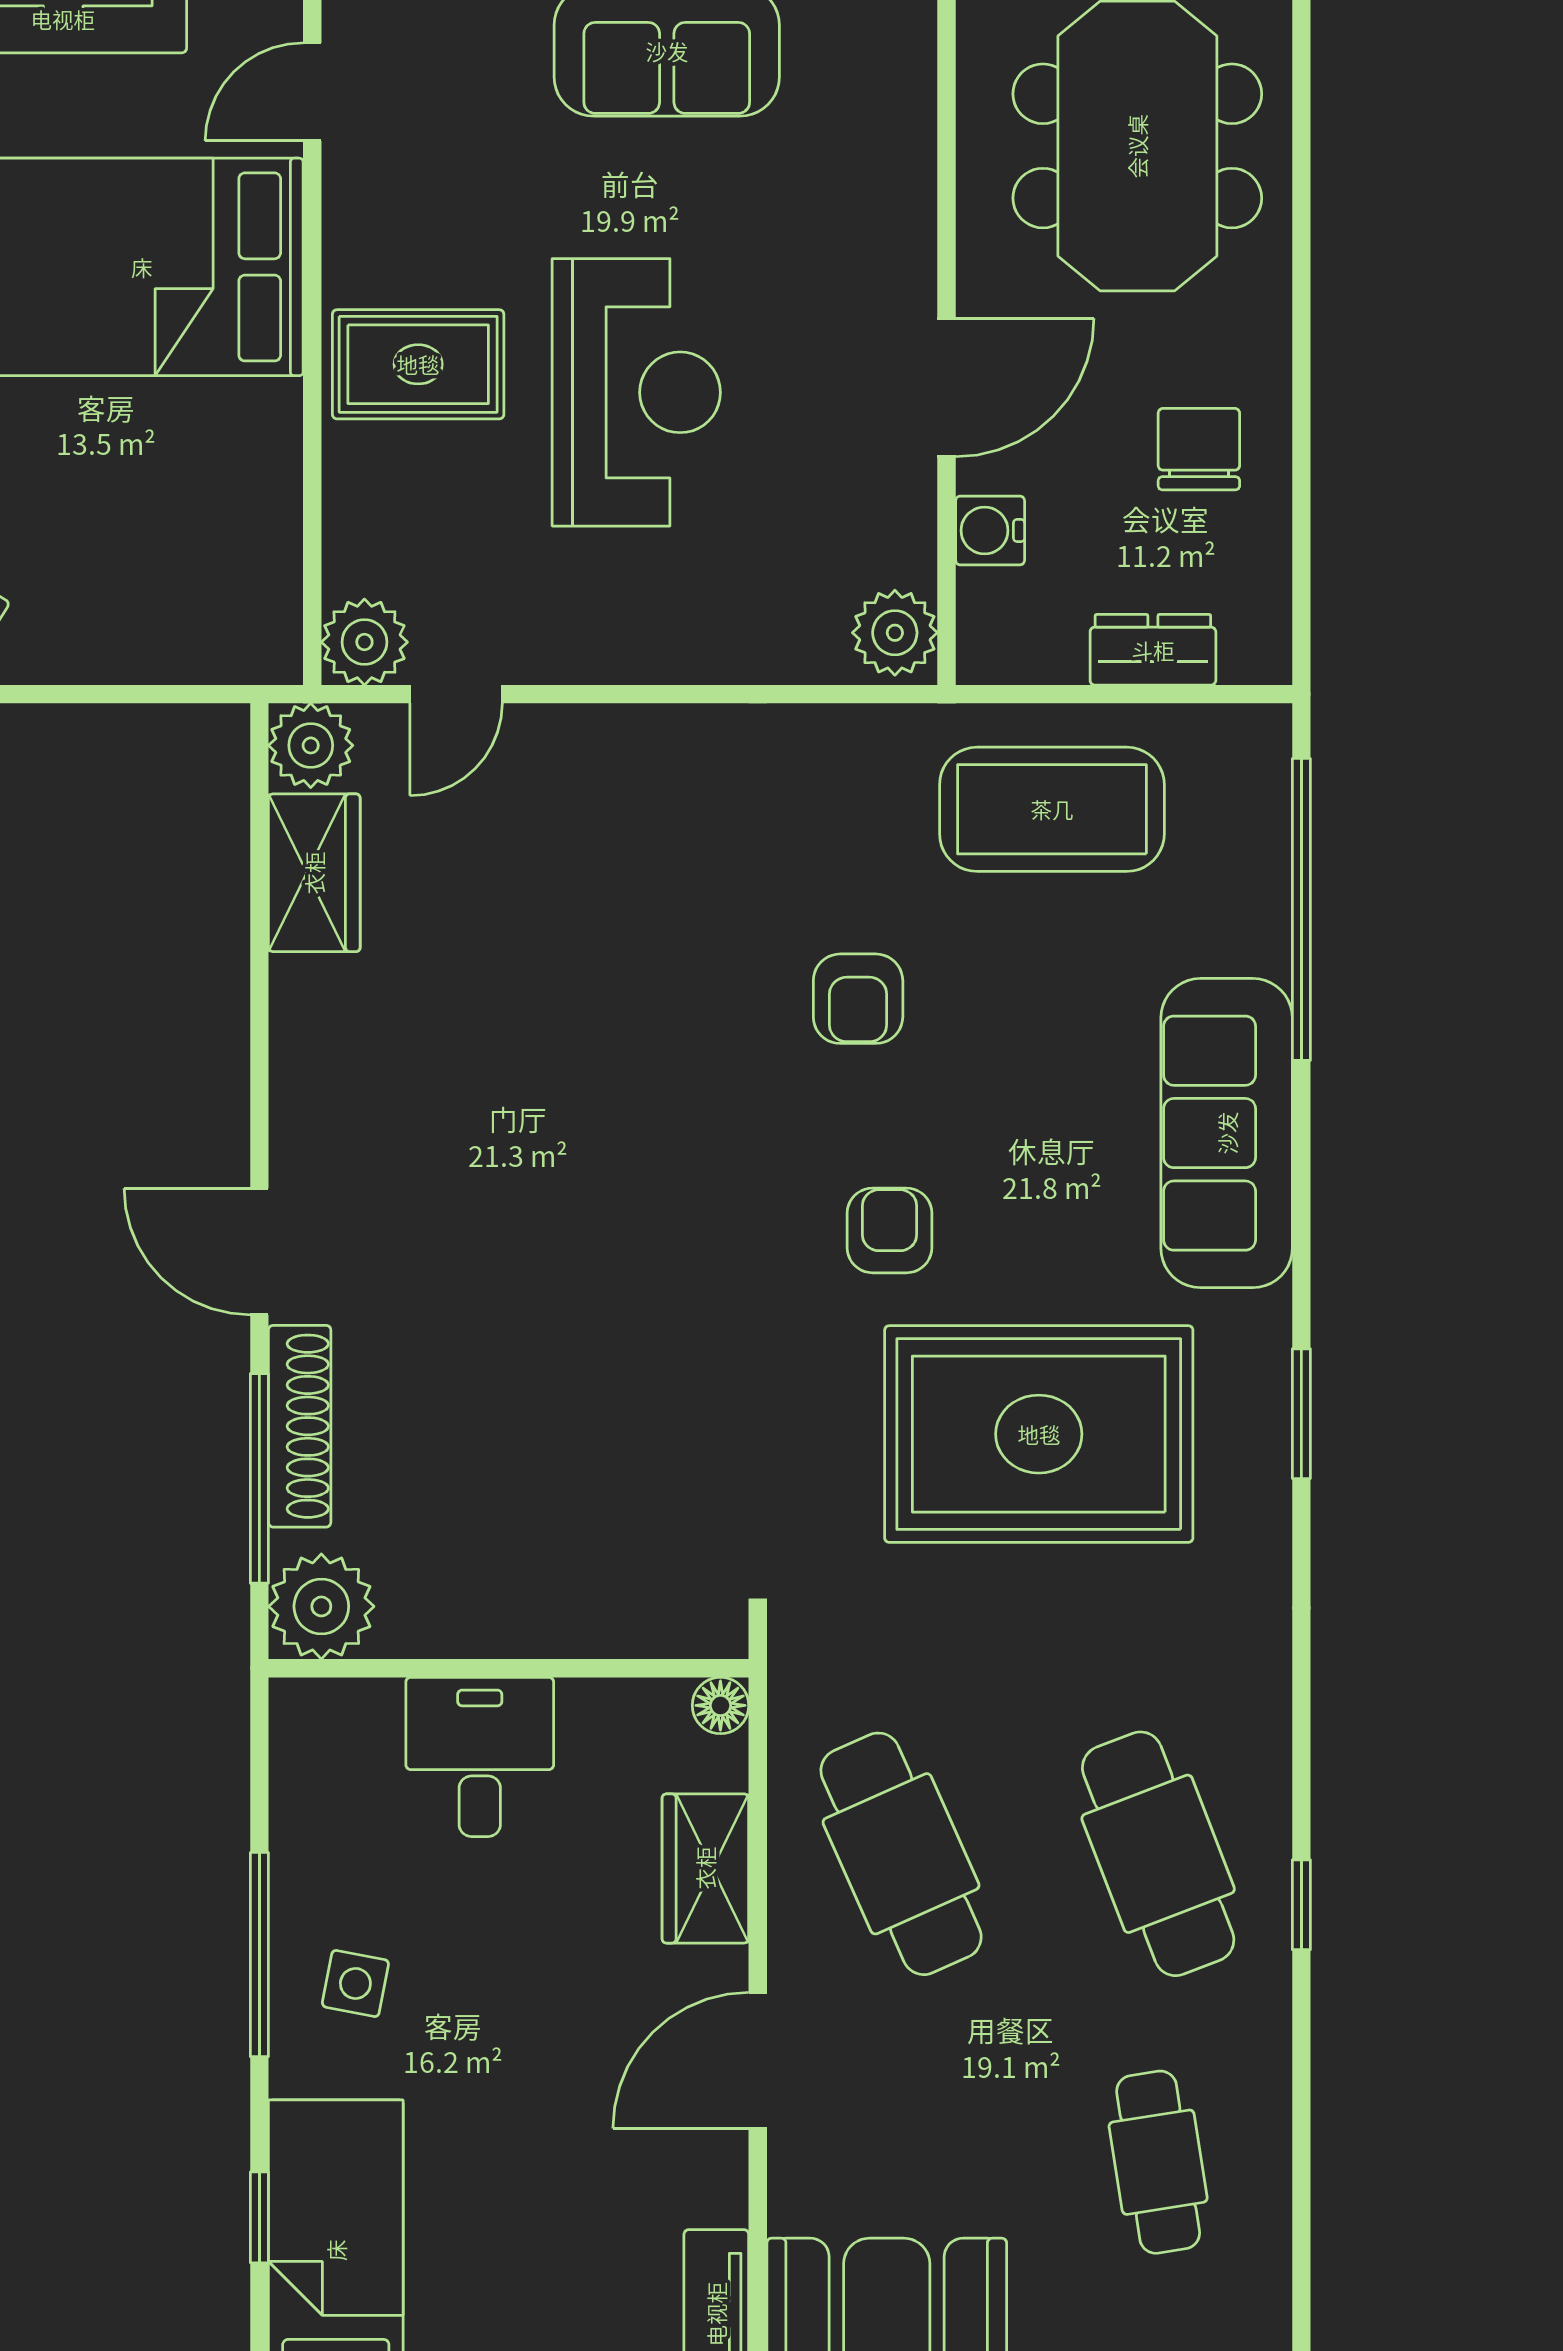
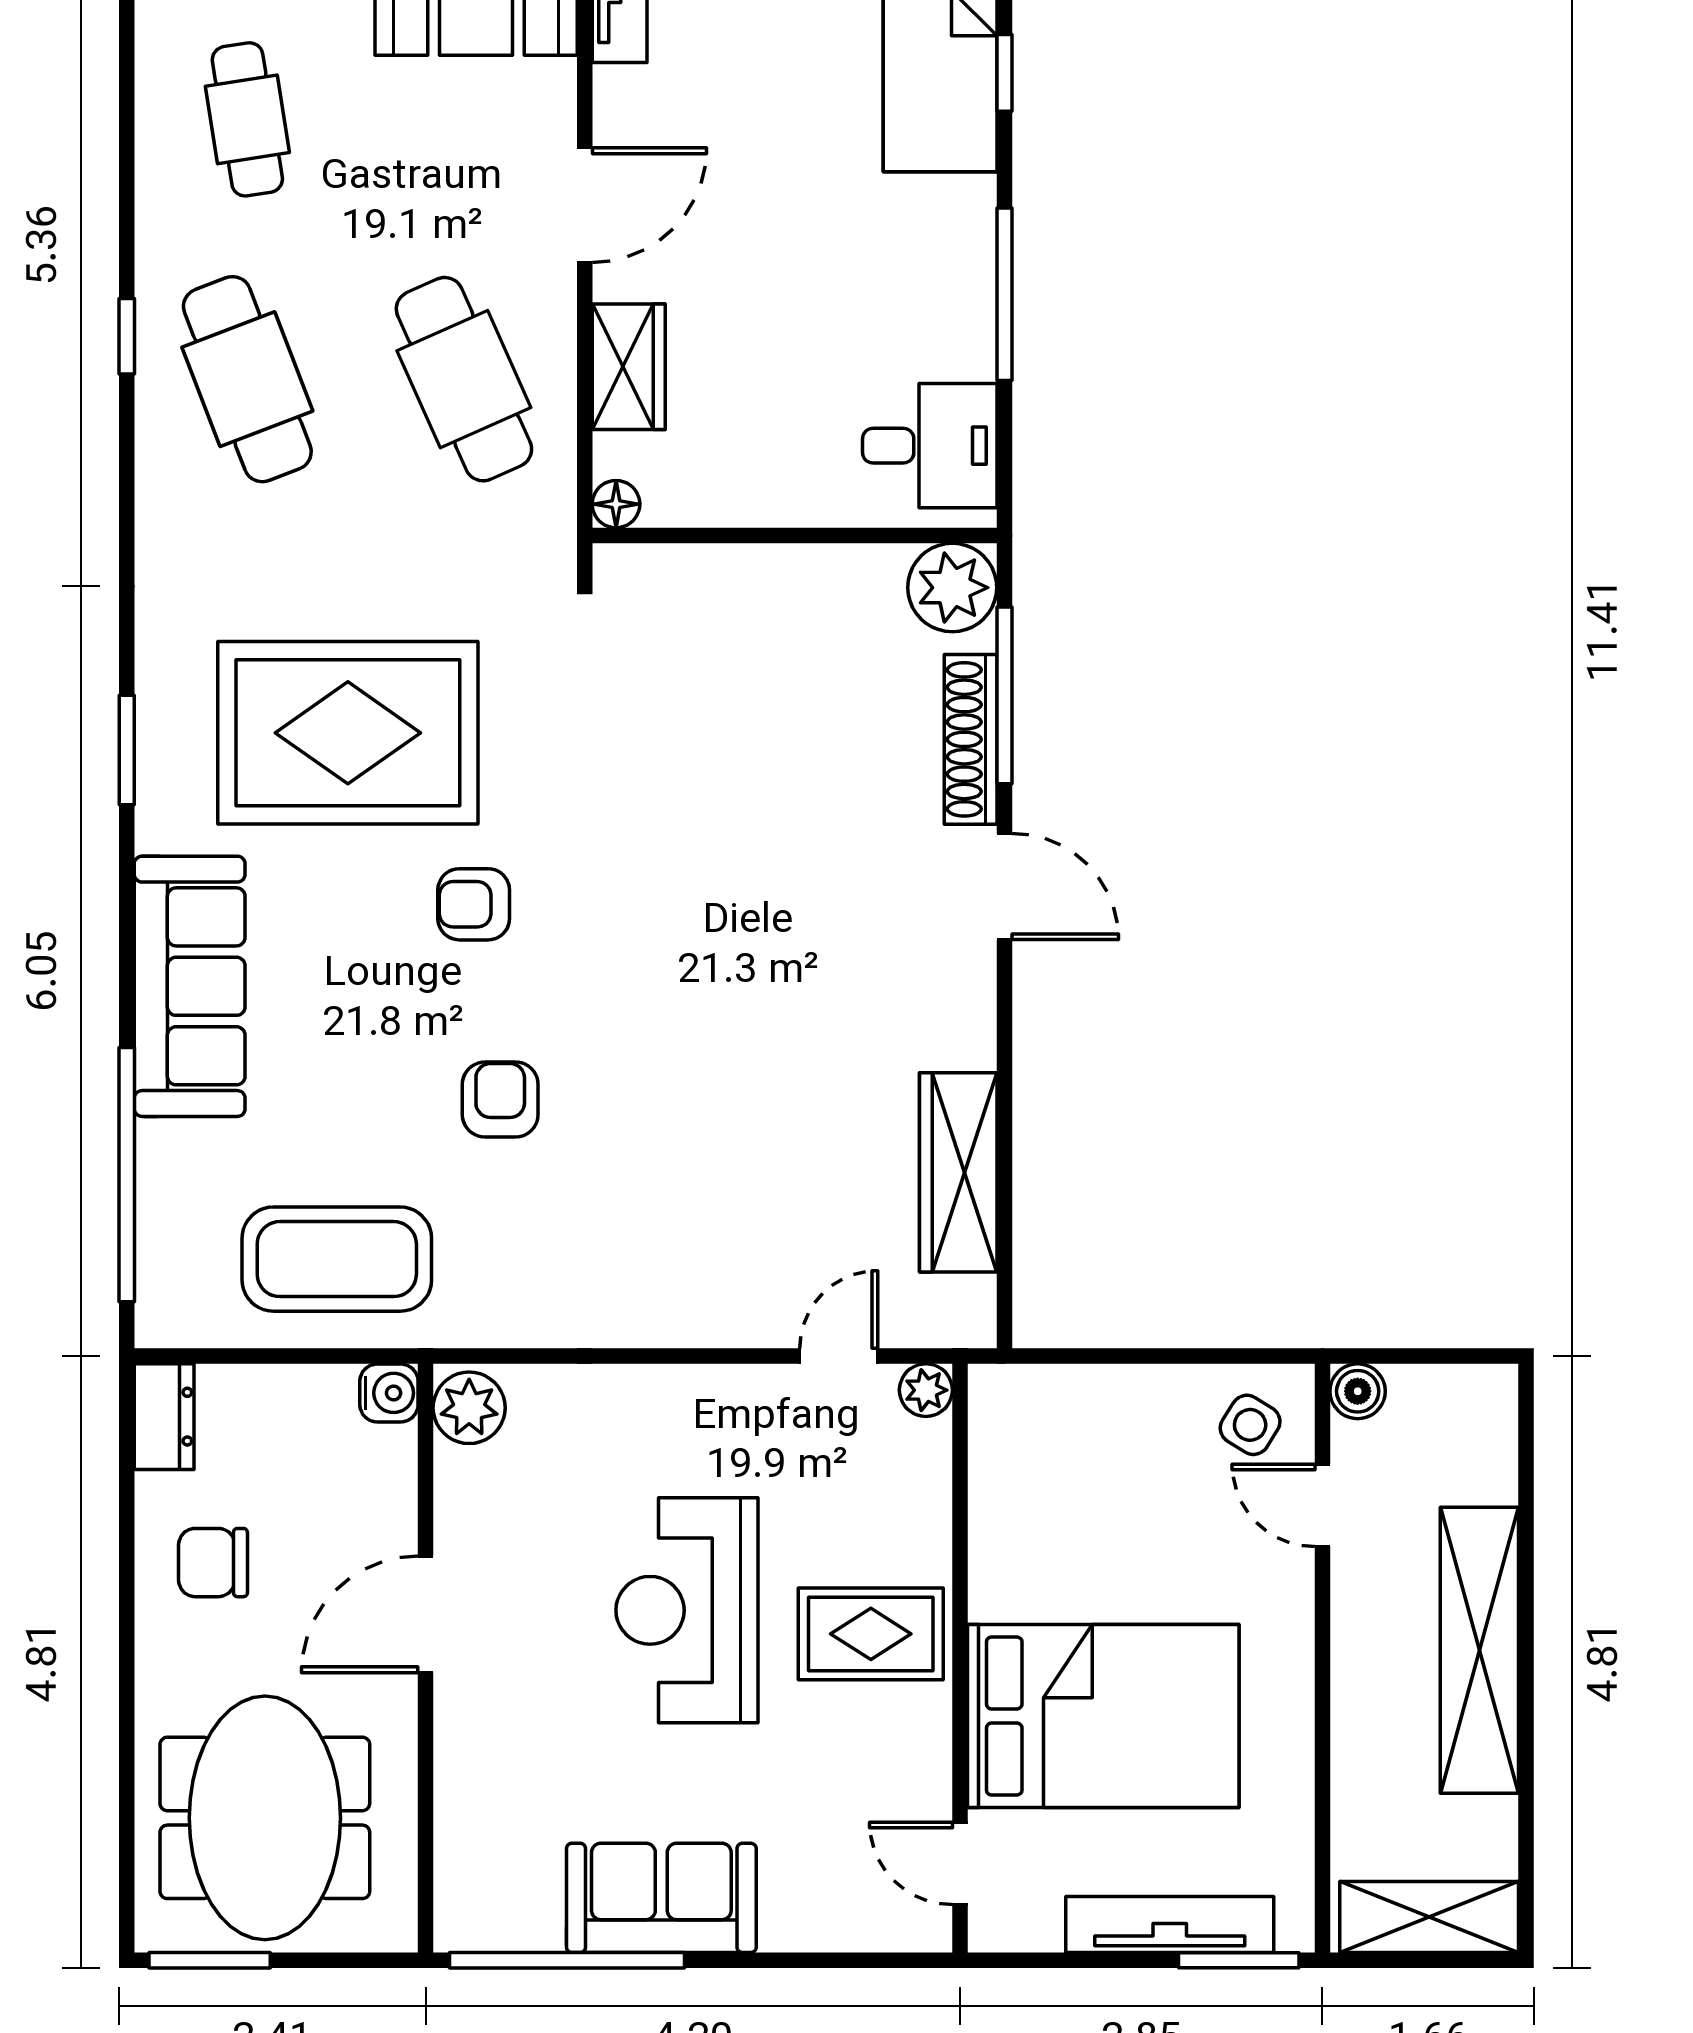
door: (312, 92) -> (960, 1863), swing flipped
chair: (1199, 449) -> (213, 1563), turned 90
water cooler: (990, 530) -> (389, 1393), moved
plant: (364, 642) -> (926, 1390), width x0.73, depth x0.73
dresser: (1153, 650) -> (164, 1417), moved, turned -90
plant: (311, 745) -> (961, 1313), removed
wardrobe: (314, 873) -> (958, 1172), width x1.50
armchair: (890, 1230) -> (474, 904), turned 90
desk: (480, 1757) -> (930, 446), moved, turned -90
side table: (355, 1983) -> (924, 270), removed

